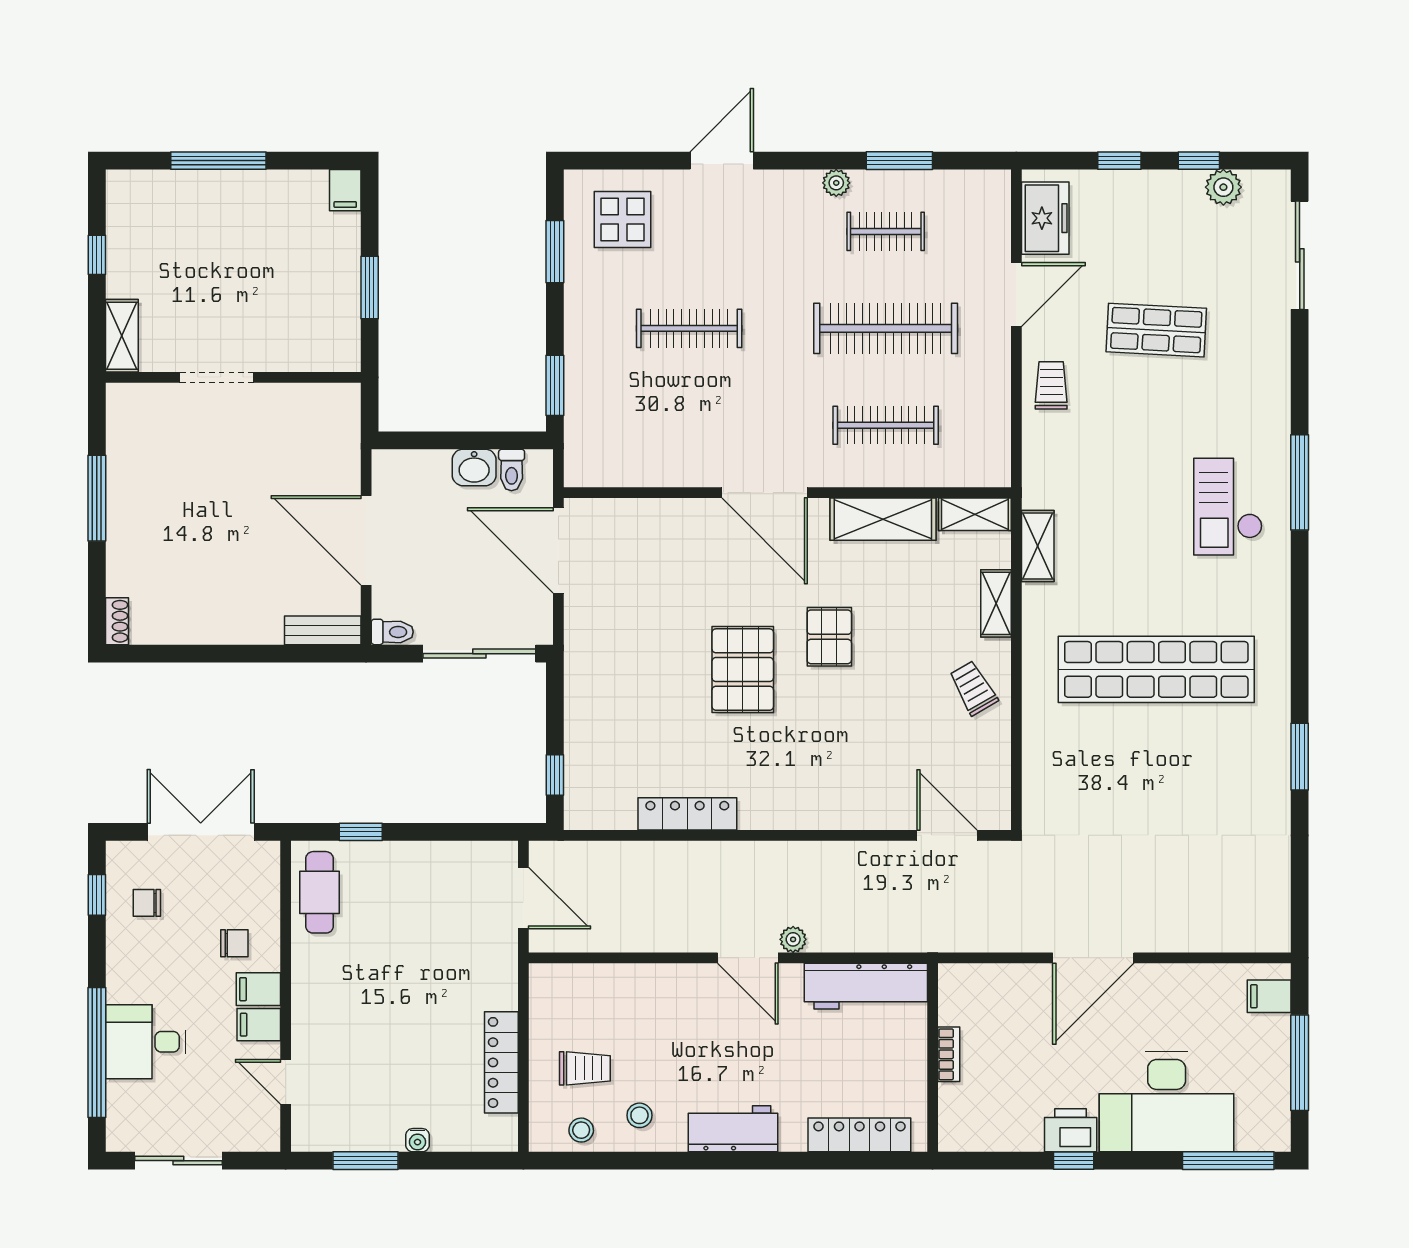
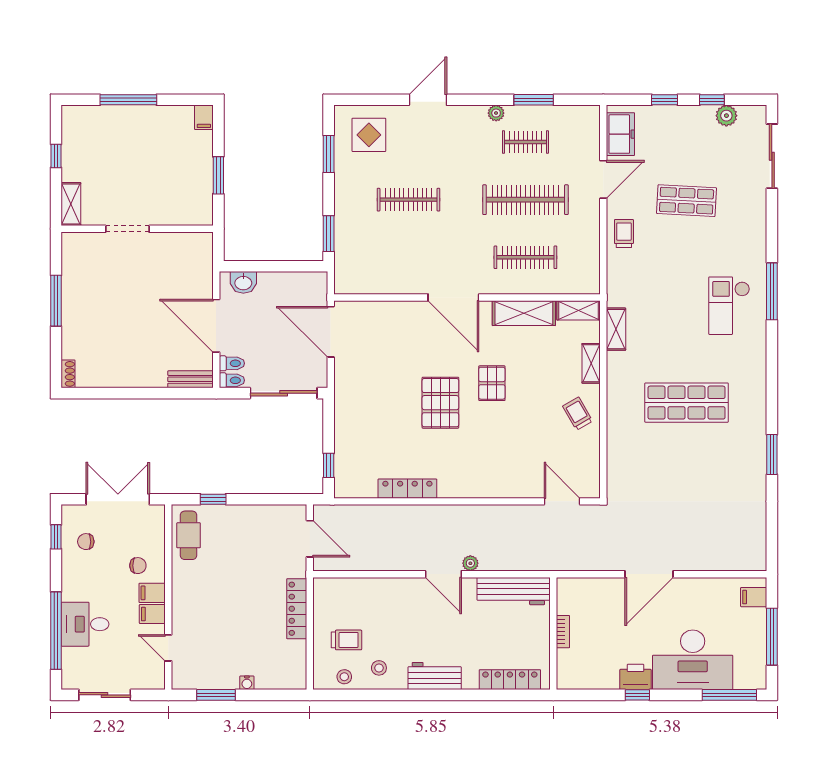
washbasin: (474, 467) -> (243, 282), moved
toilet: (512, 470) -> (232, 363), moved, turned -90
shop shelf: (1156, 669) -> (687, 403), width x0.71
locker: (501, 1062) -> (297, 609), moved

